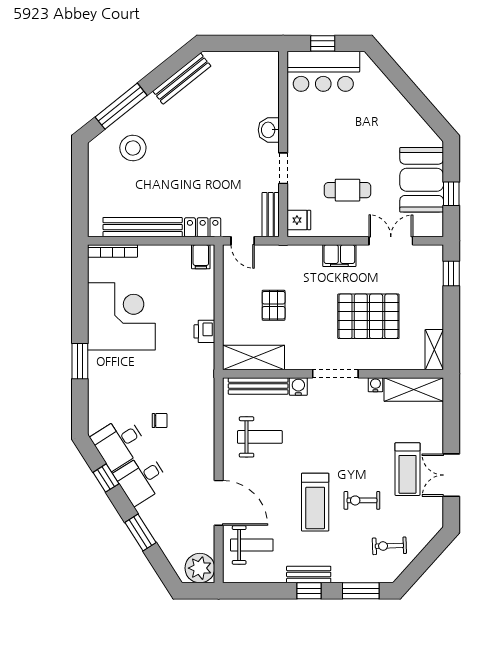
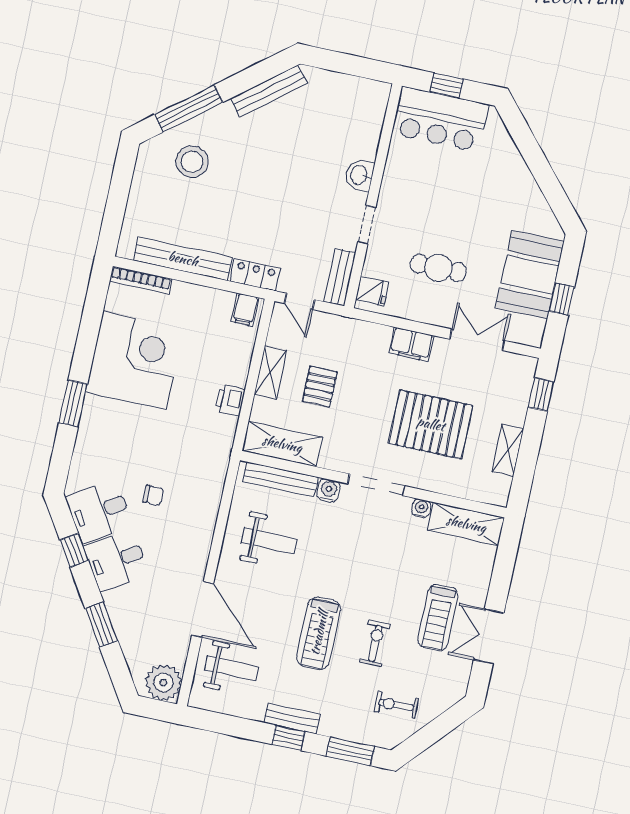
shelving: (232, 302) -> (270, 372), added
shelving: (434, 350) -> (508, 450), moved
exercise bike: (362, 500) -> (375, 643), turned 90

